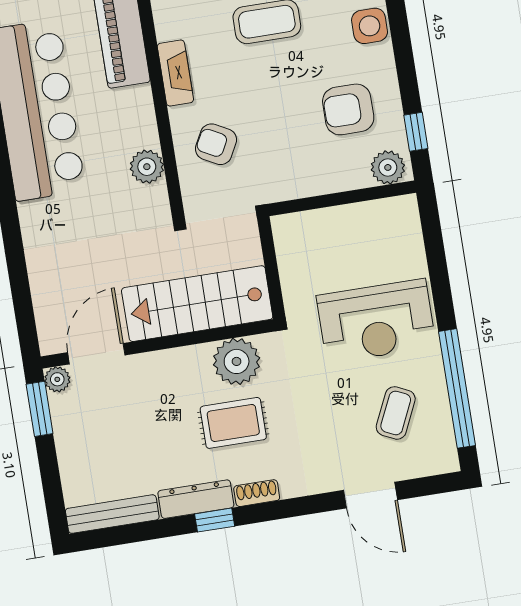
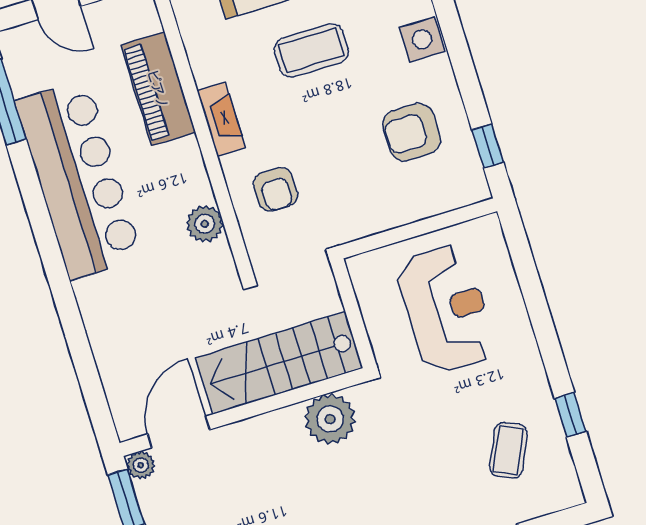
armchair: (216, 144) -> (275, 189), turned -118
plant: (388, 167) -> (463, 188), removed
reception desk: (376, 321) -> (446, 309), moved, turned -90
window: (457, 388) -> (570, 415), width x0.32
rug: (233, 423) -> (336, 485), removed

